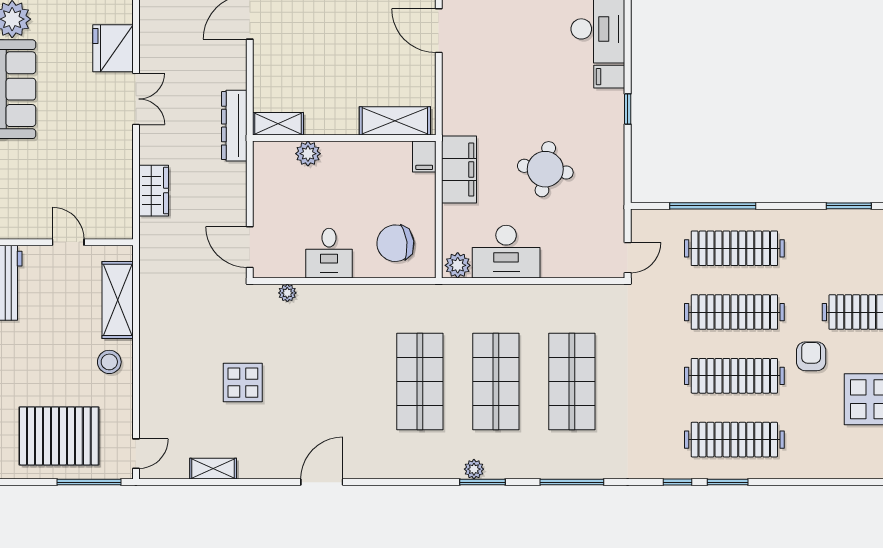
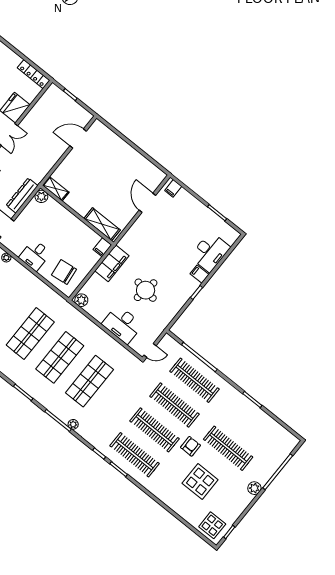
dresser: (234, 126) -> (22, 196), moved
plant: (308, 154) -> (41, 196), moved
desk: (506, 252) -> (122, 324), moved
plant: (474, 469) -> (73, 424), moved

